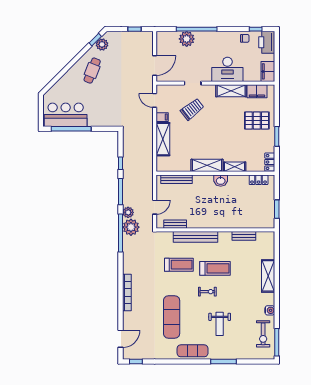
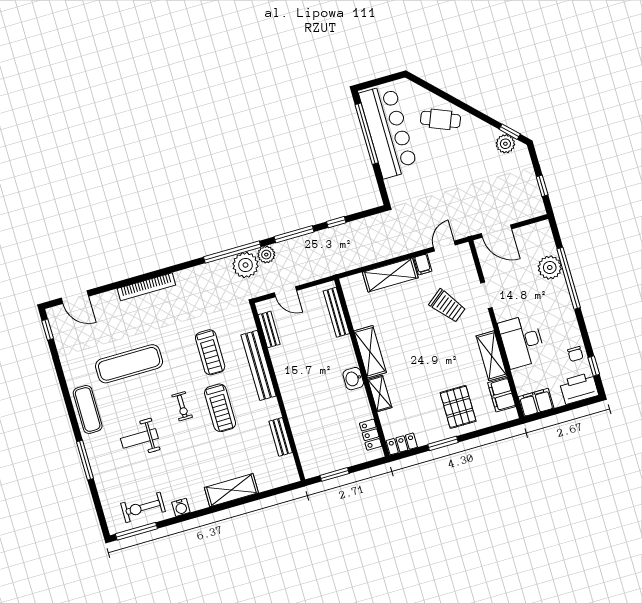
cafe table: (92, 71) -> (440, 119), moved
bar counter: (66, 115) -> (388, 131), width x1.36

